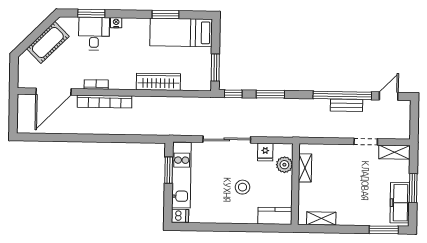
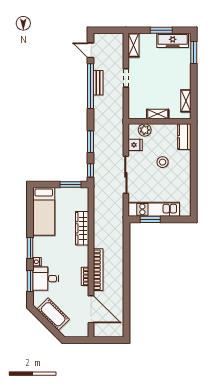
window: (166, 14) -> (30, 248), moved
doorway: (366, 142) -> (126, 78), moved
shelving: (305, 168) -> (158, 114), moved
dishwasher: (180, 216) -> (185, 210), removed

